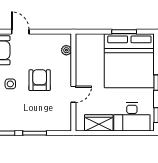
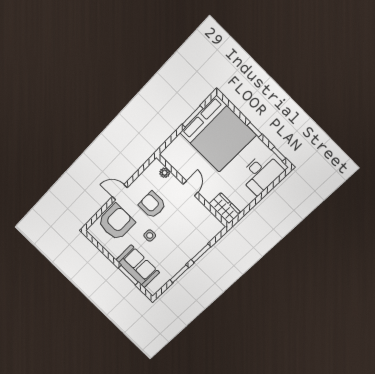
armchair: (40, 80) -> (152, 205), moved
door: (73, 94) -> (190, 188), moved
wardrobe: (99, 123) -> (225, 208), moved, turned 90

